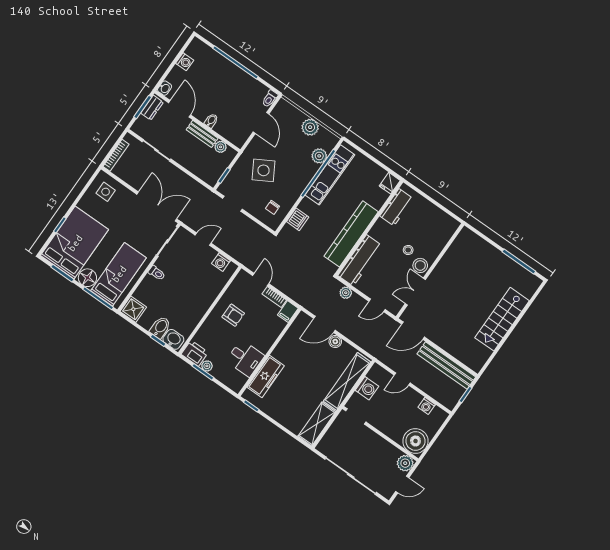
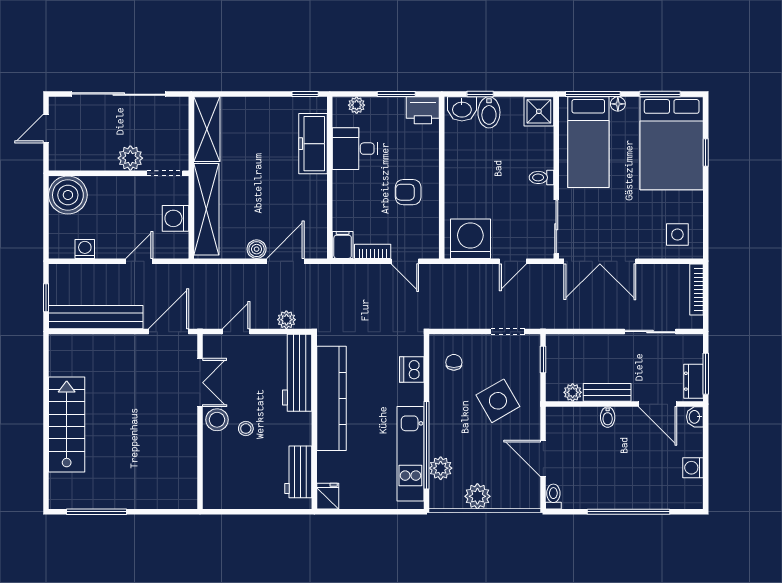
washing machine: (221, 262) -> (470, 239), width x1.89, depth x1.89
floor lamp: (87, 278) -> (618, 104), width x0.53, depth x0.53
plant: (207, 366) -> (357, 105), moved
plant: (405, 463) -> (130, 158), moved

